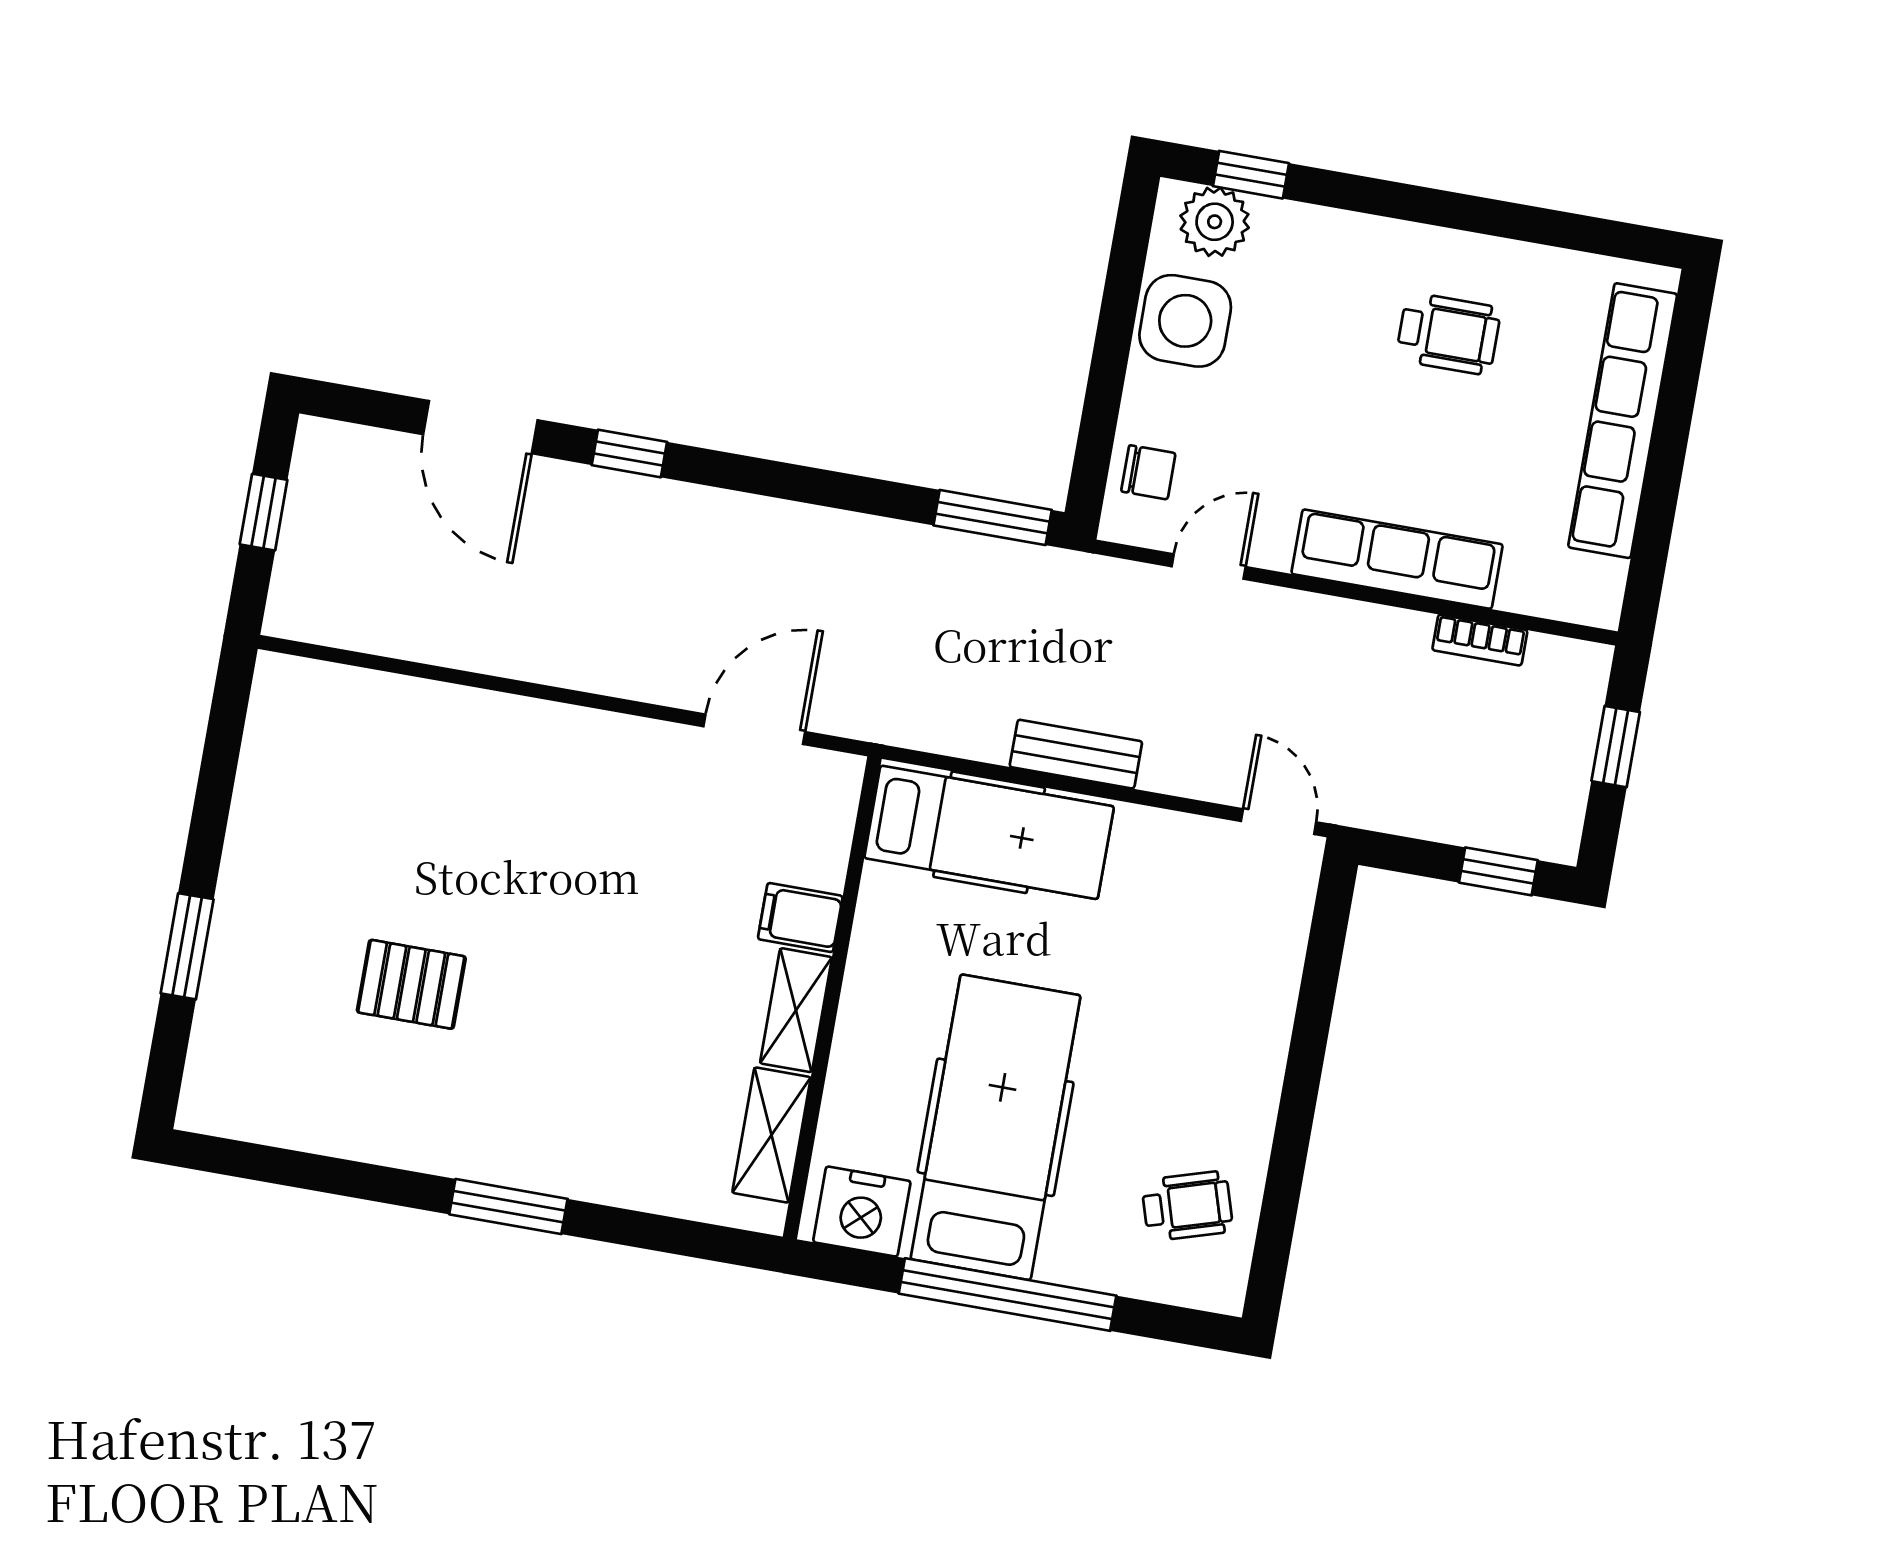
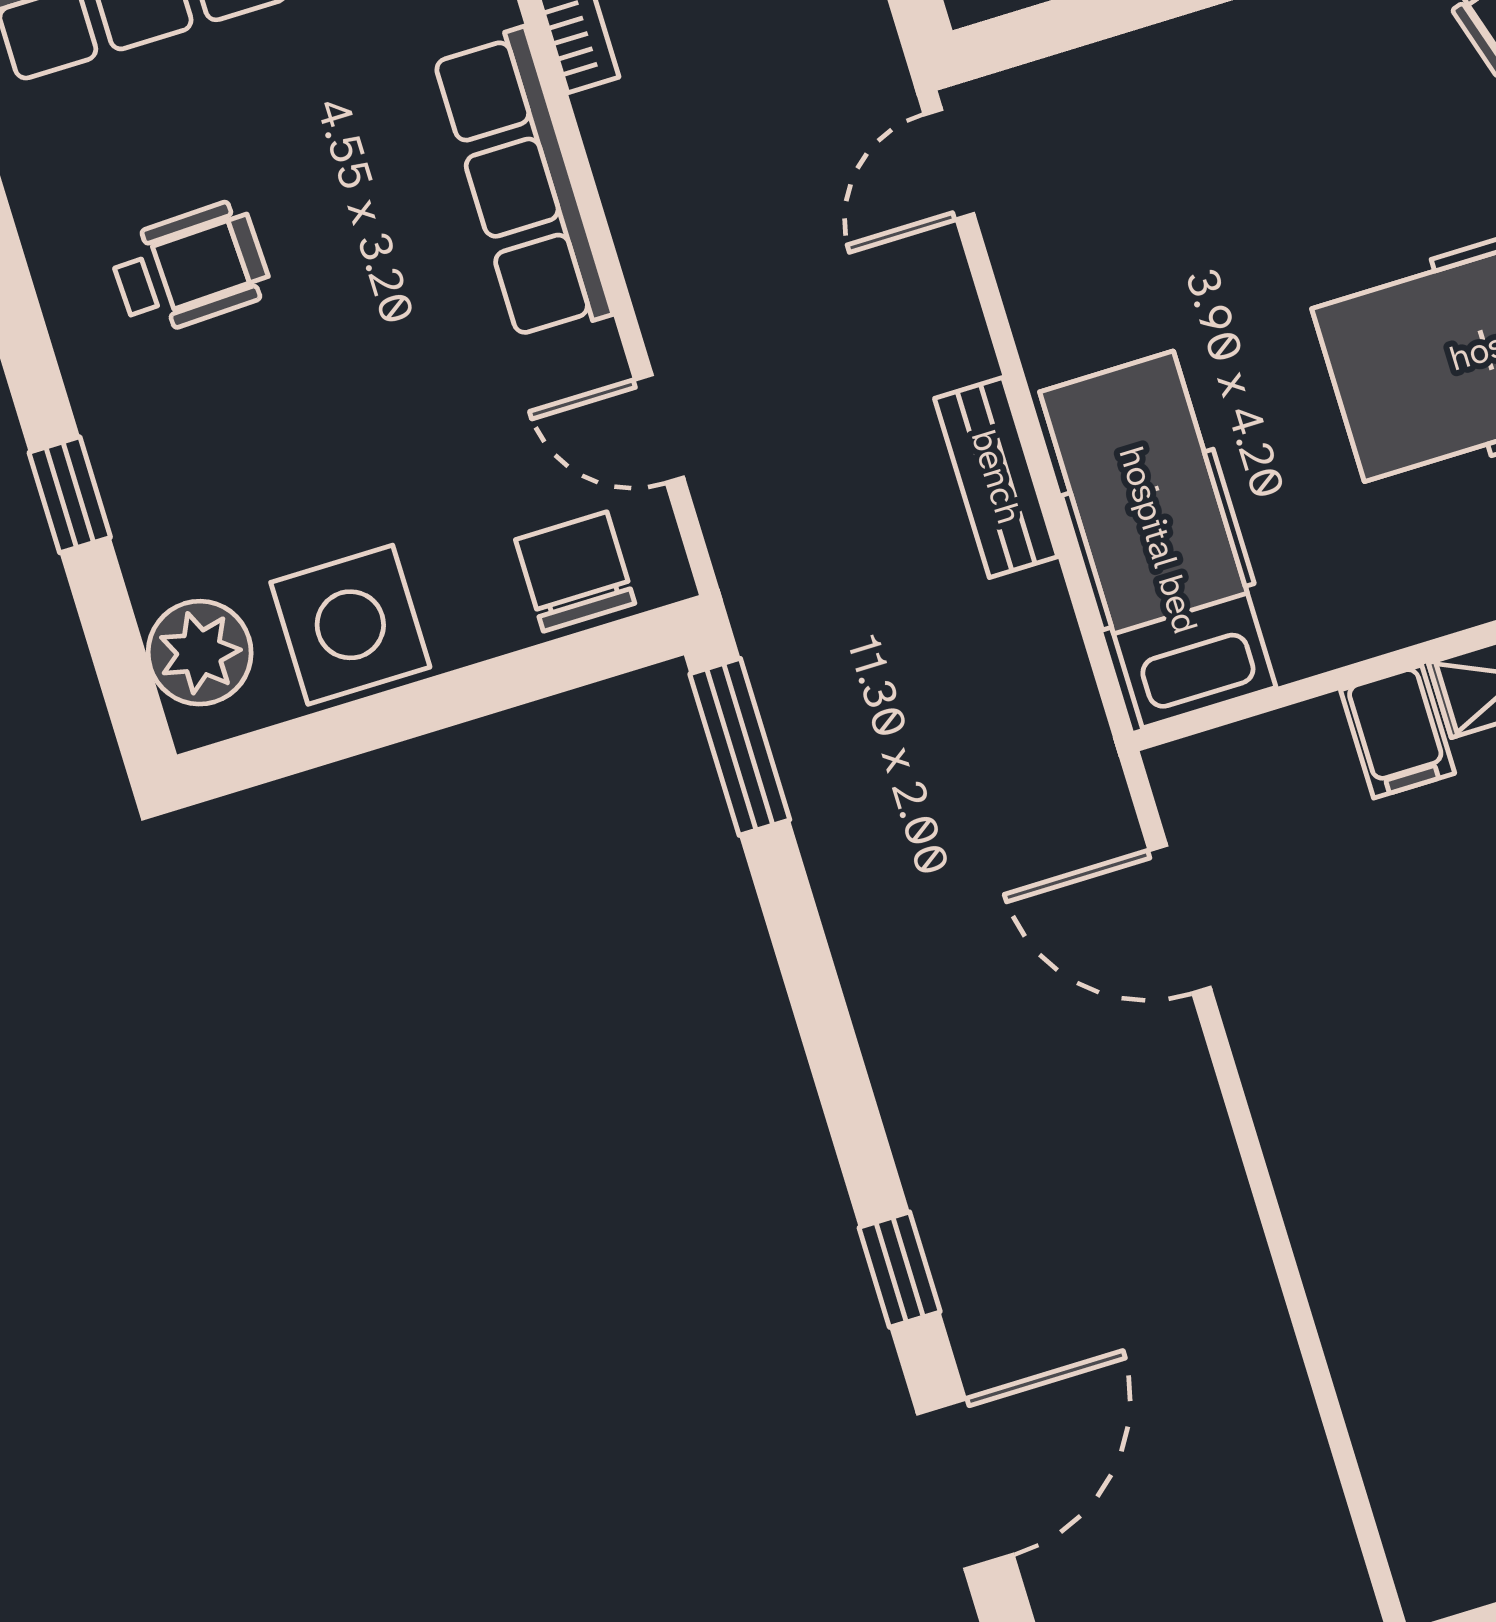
window: (1251, 175) -> (70, 495), moved
wheelchair: (1448, 334) -> (190, 268), turned 88
chair: (1148, 472) -> (575, 571), width x1.37, depth x1.37

